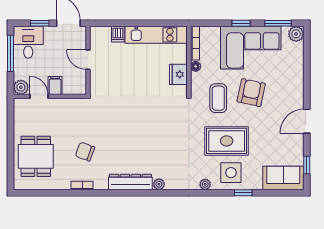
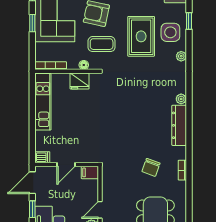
dishwasher: (118, 34) -> (42, 157), moved
floor lamp: (196, 66) -> (84, 65), moved
filing cabinet: (55, 86) -> (90, 172), moved

